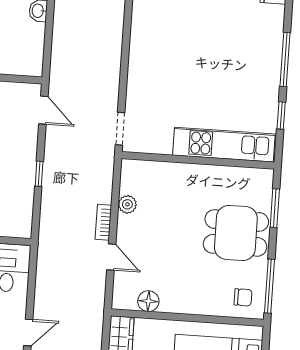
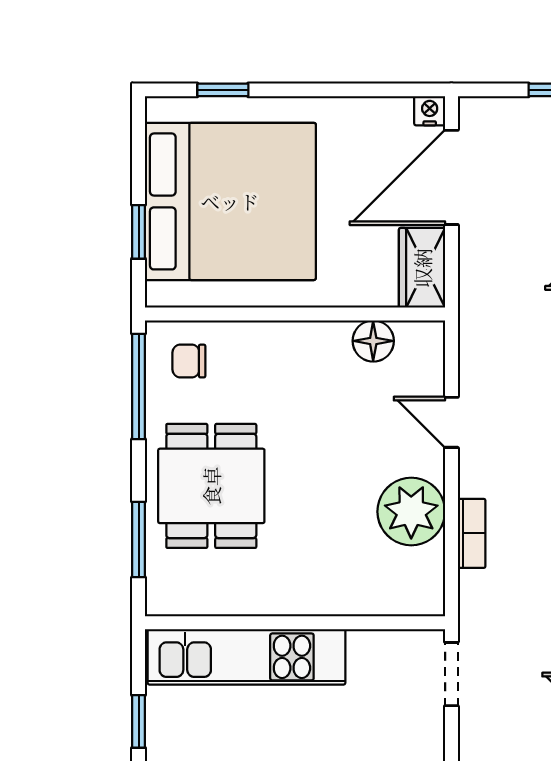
plant: (127, 204) -> (411, 512), width x1.88, depth x1.88
bookcase: (103, 222) -> (472, 533), moved
dining table: (236, 233) -> (211, 486), turned 90

